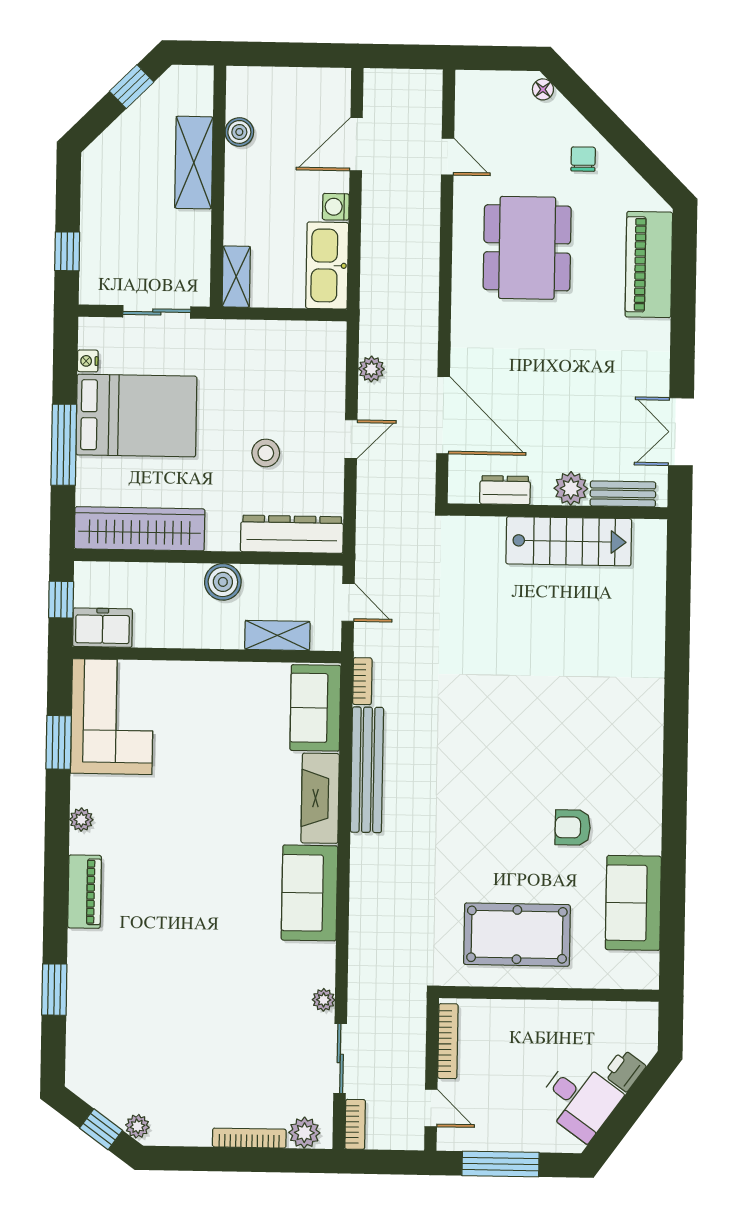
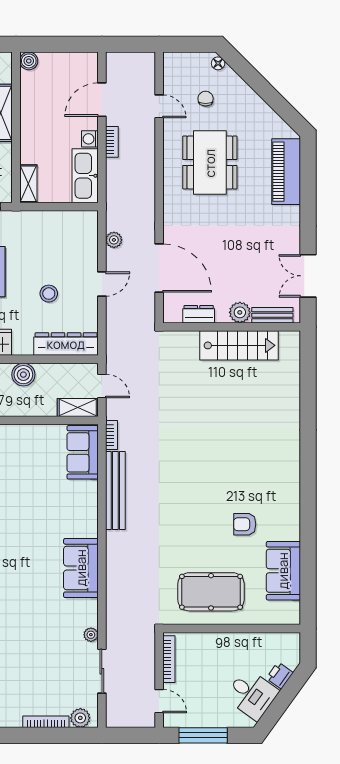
boiler: (239, 132) -> (29, 61), moved
chair: (583, 159) -> (206, 99), moved
shelving: (277, 635) -> (78, 407), moved
fireplace: (320, 798) -> (87, 509), removed
bookcase: (355, 1124) -> (112, 142), moved

